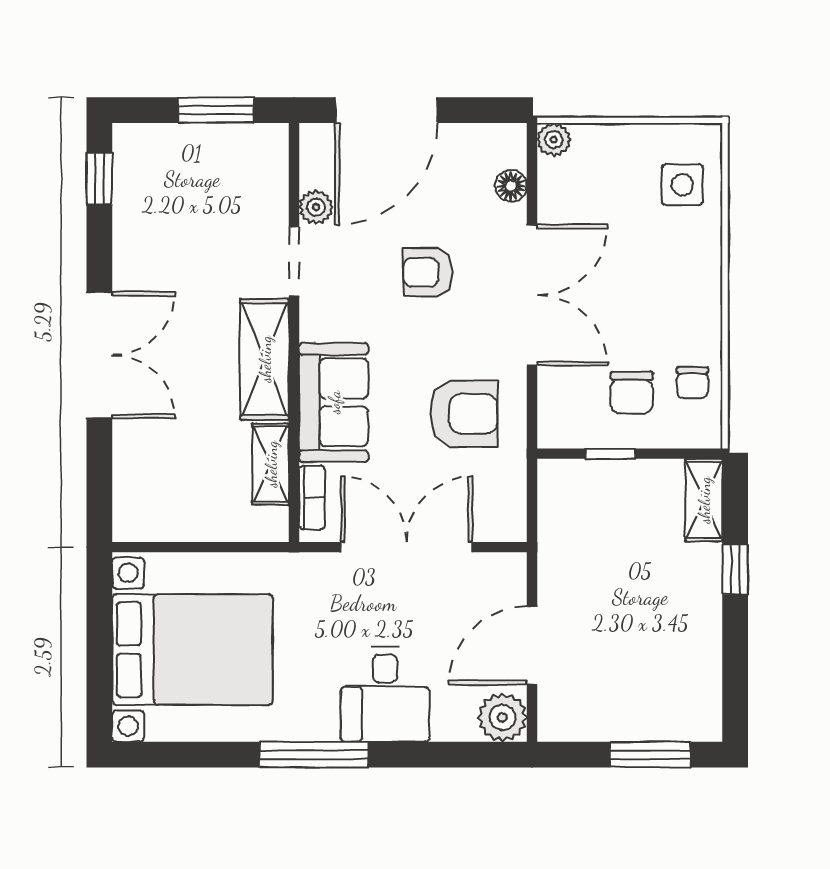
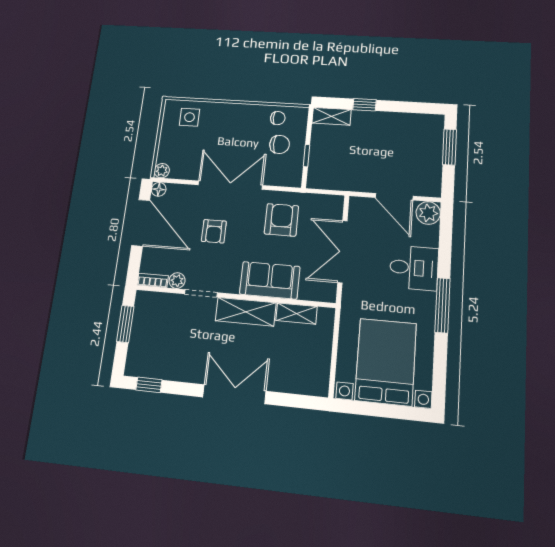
door: (386, 110) -> (141, 223), moved
floor lamp: (511, 186) -> (159, 189), moved
bookcase: (312, 497) -> (153, 280), moved

